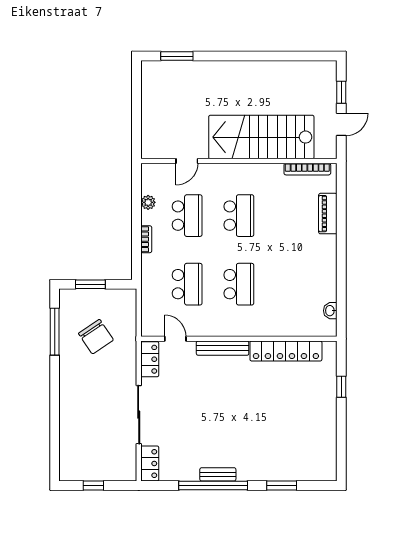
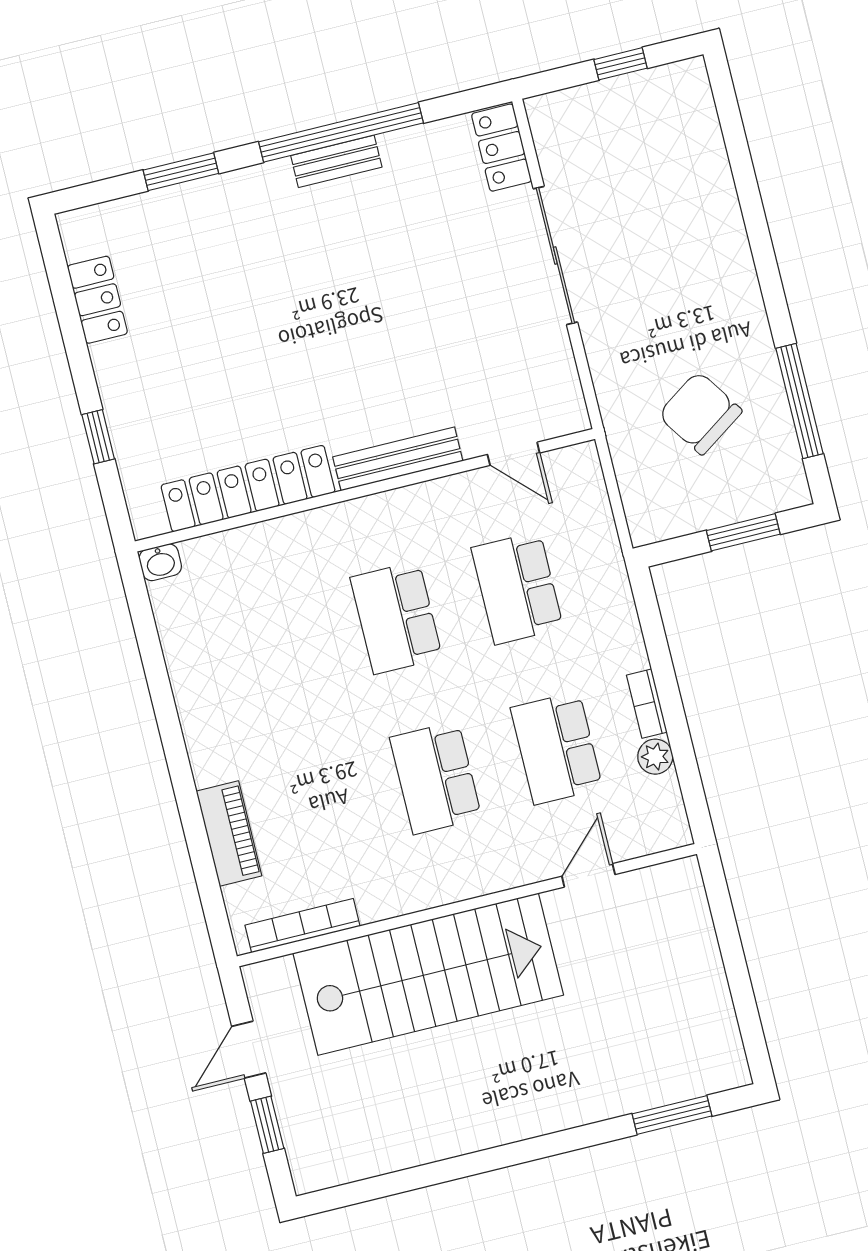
bookcase: (146, 239) -> (647, 704), moved
washbasin: (330, 311) -> (160, 562), moved, turned 90
locker: (150, 359) -> (97, 300), moved, turned 180

